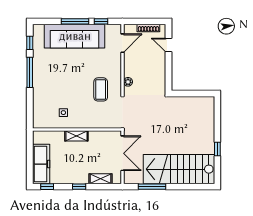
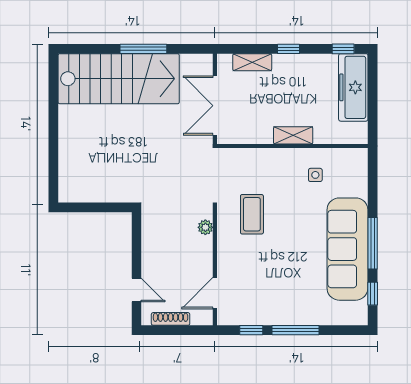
sofa: (75, 36) -> (347, 249), moved, turned -90
window: (217, 149) -> (53, 113), removed
window: (152, 187) -> (143, 49), moved

